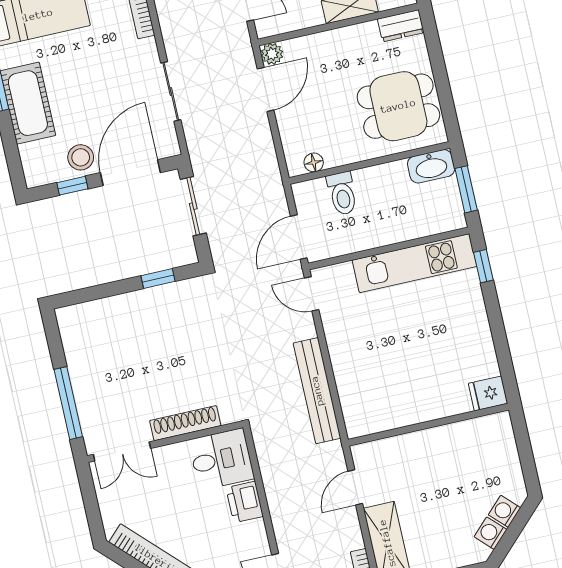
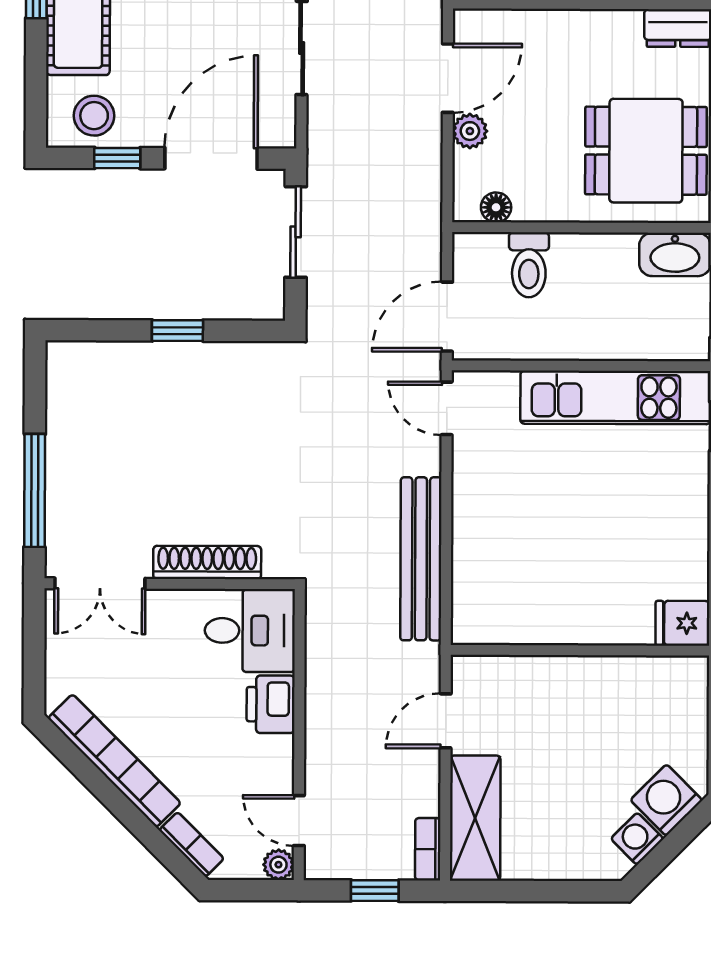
plant: (272, 54) -> (470, 131), moved
stool: (81, 157) -> (94, 116), moved
window: (158, 278) -> (177, 331), moved
washing machine: (505, 511) -> (666, 800), width x1.38, depth x1.38

